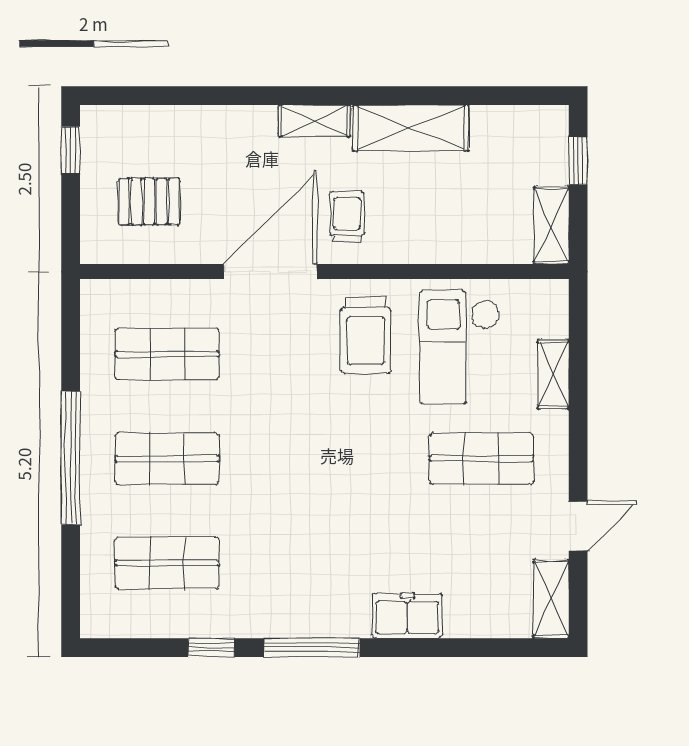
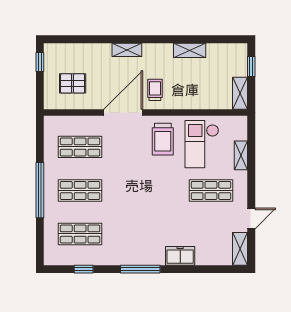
shelving: (314, 121) -> (127, 50), moved
shelving: (411, 128) -> (190, 50), width x0.67, depth x0.75
window: (211, 648) -> (84, 269), moved

